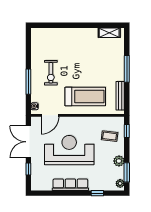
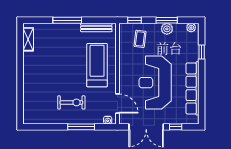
window: (127, 172) -> (167, 20), moved
row of seats: (70, 185) -> (193, 88), width x1.36

